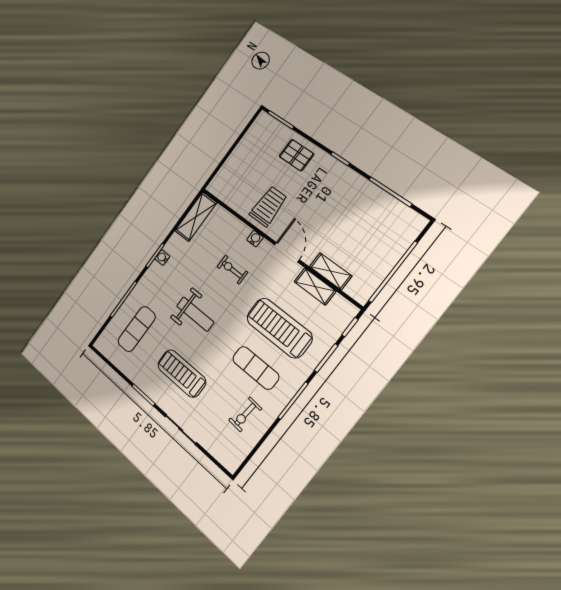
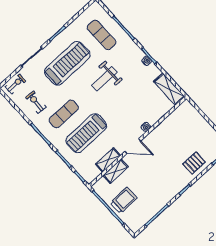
trolley: (268, 206) -> (124, 200), moved, turned -90
exercise bike: (232, 270) -> (15, 84), moved
treadmill: (279, 328) -> (86, 133), turned 180
treadmill: (182, 373) -> (67, 63), width x1.37, depth x1.38

